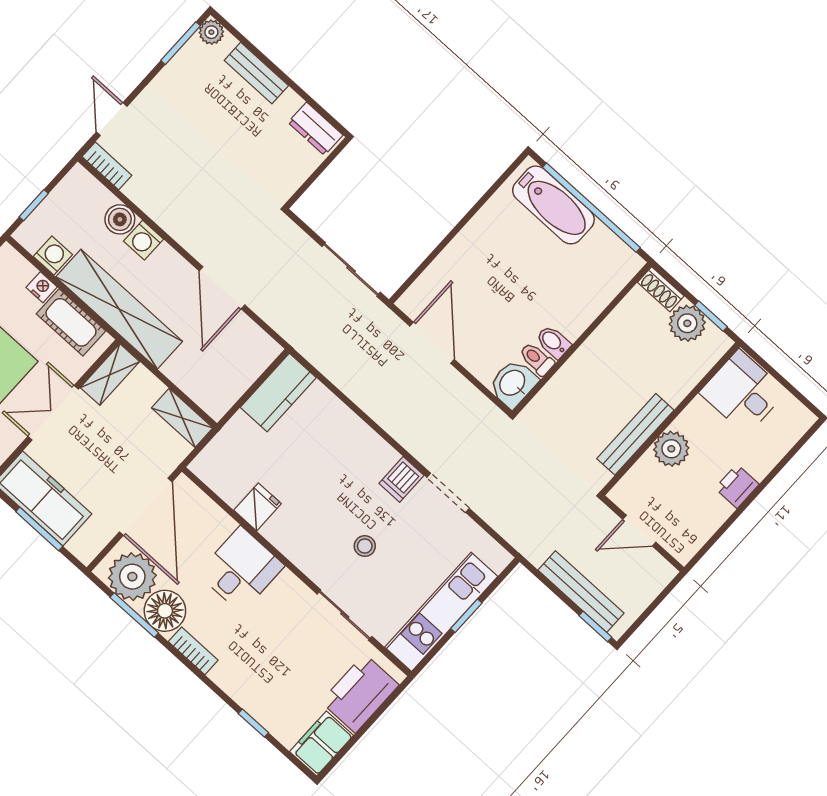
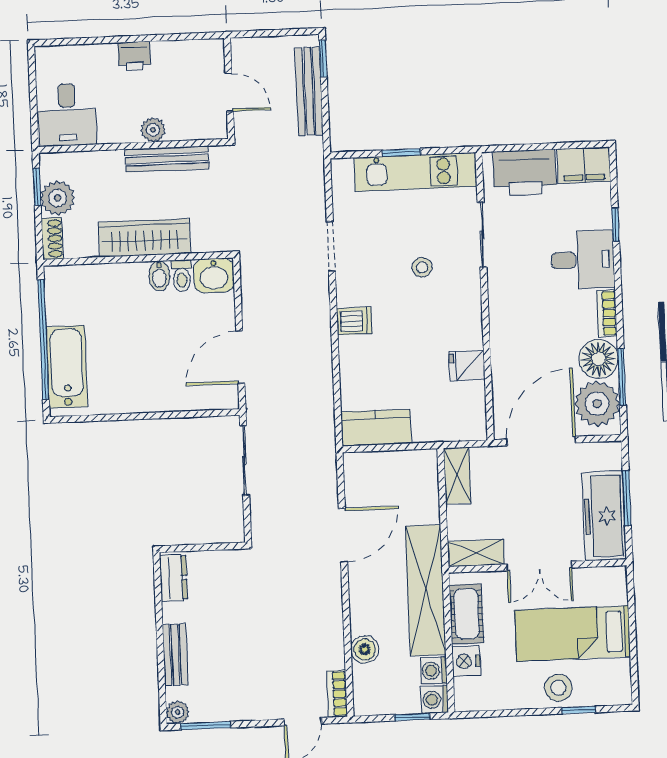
washing machine: (143, 240) -> (435, 700), moved, turned 180
nightstand: (42, 287) -> (466, 661), width x1.39, depth x1.35
wardrobe: (593, 359) -> (144, 238), added
plant: (671, 449) -> (153, 130), width x0.73, depth x0.73
dishwasher: (401, 479) -> (354, 321), moved
desk: (241, 570) -> (583, 260), moved, turned 180

